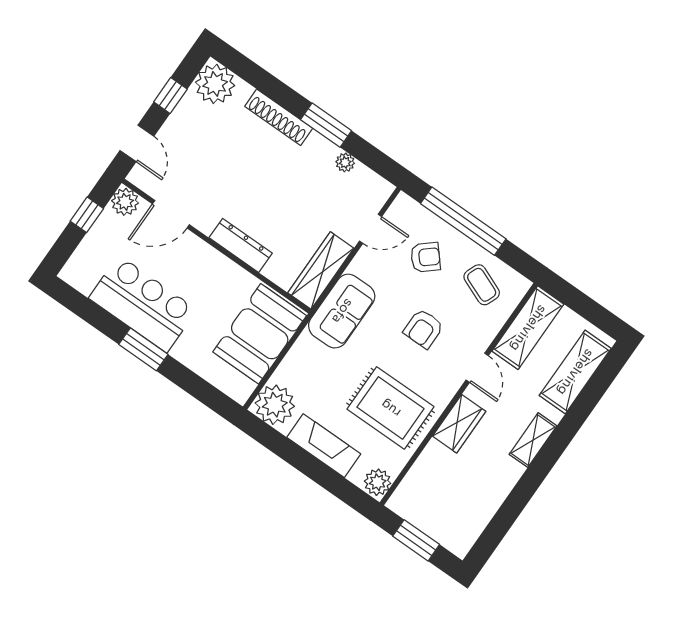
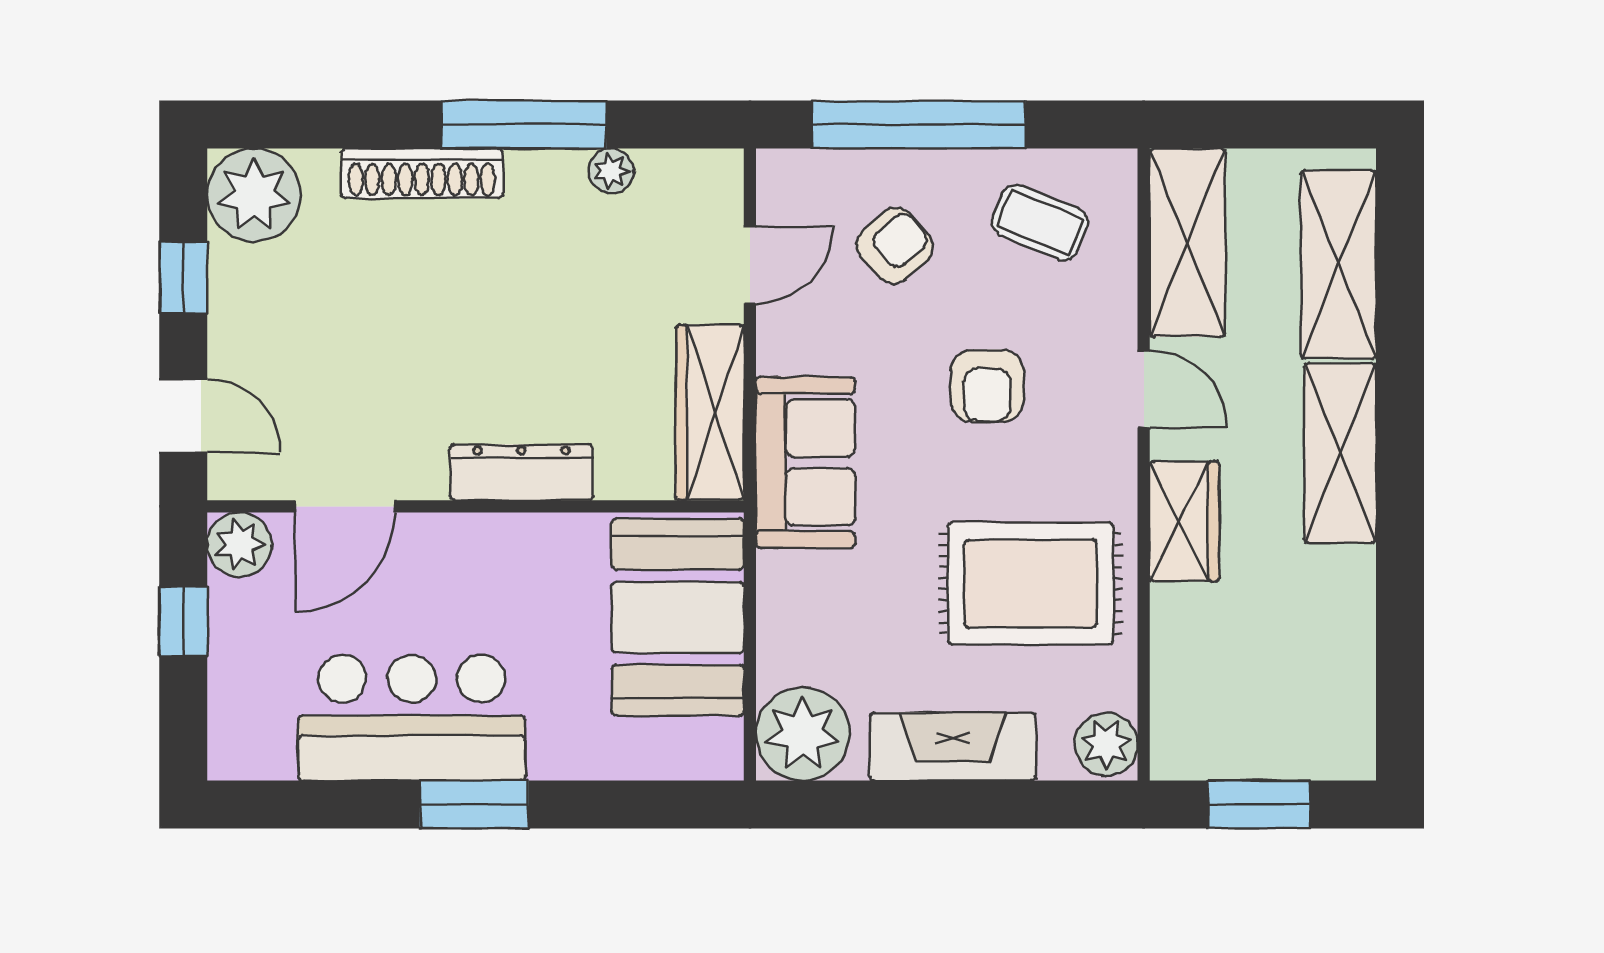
window: (326, 125) -> (524, 125), width x1.44
shelving: (533, 440) -> (1340, 453), width x1.50, depth x1.33

